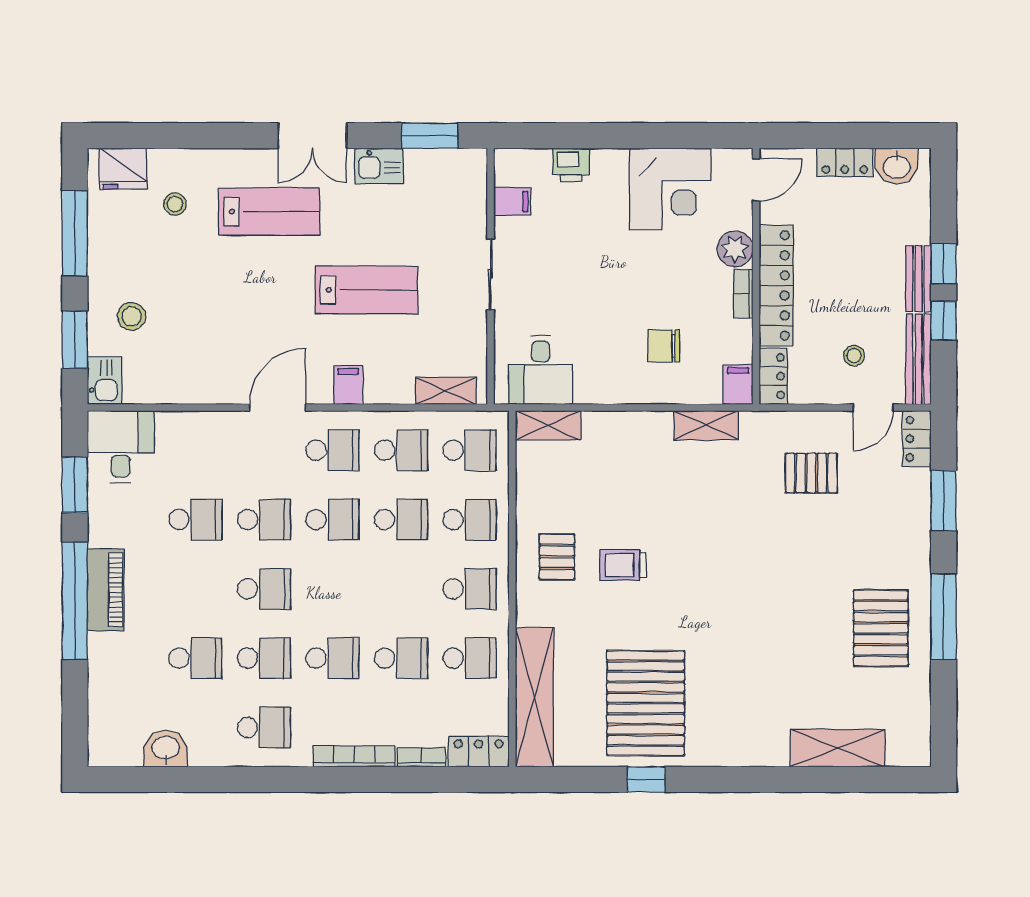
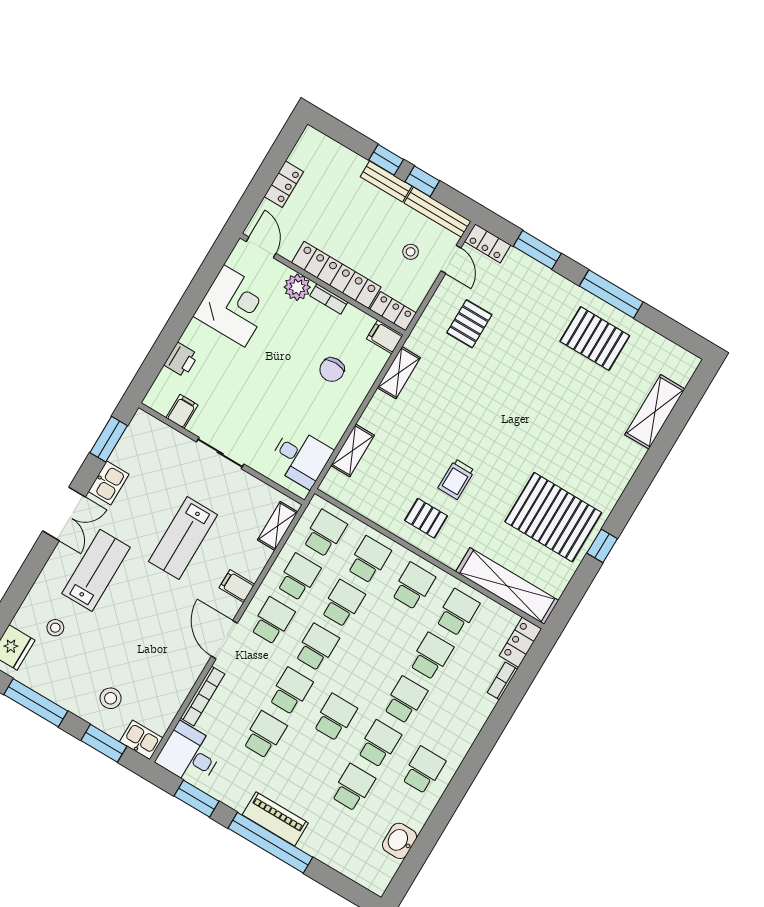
washbasin: (897, 166) -> (306, 152), removed
lab bench: (367, 290) -> (183, 538), turned 180
shelving: (548, 425) -> (353, 450), moved
bookcase: (354, 757) -> (203, 696), moved, turned 180

